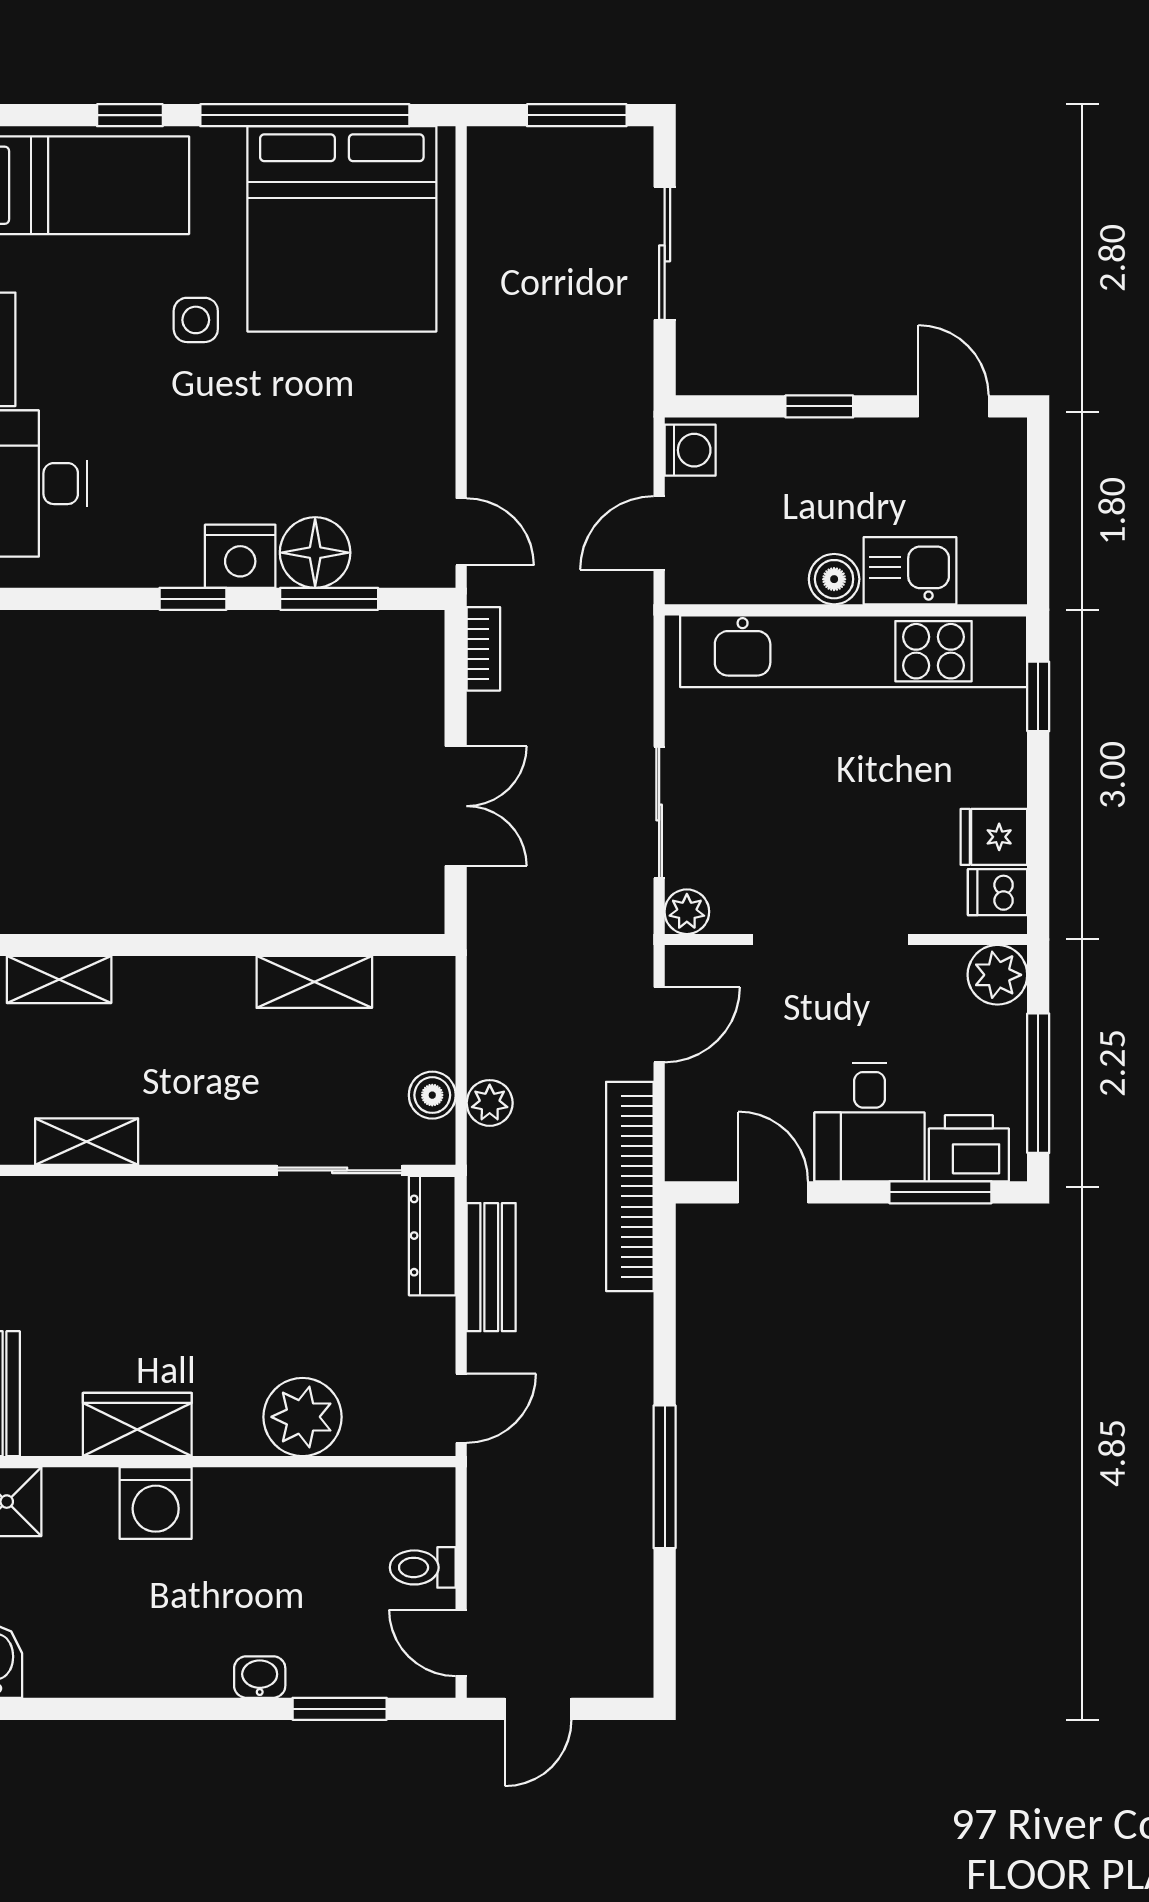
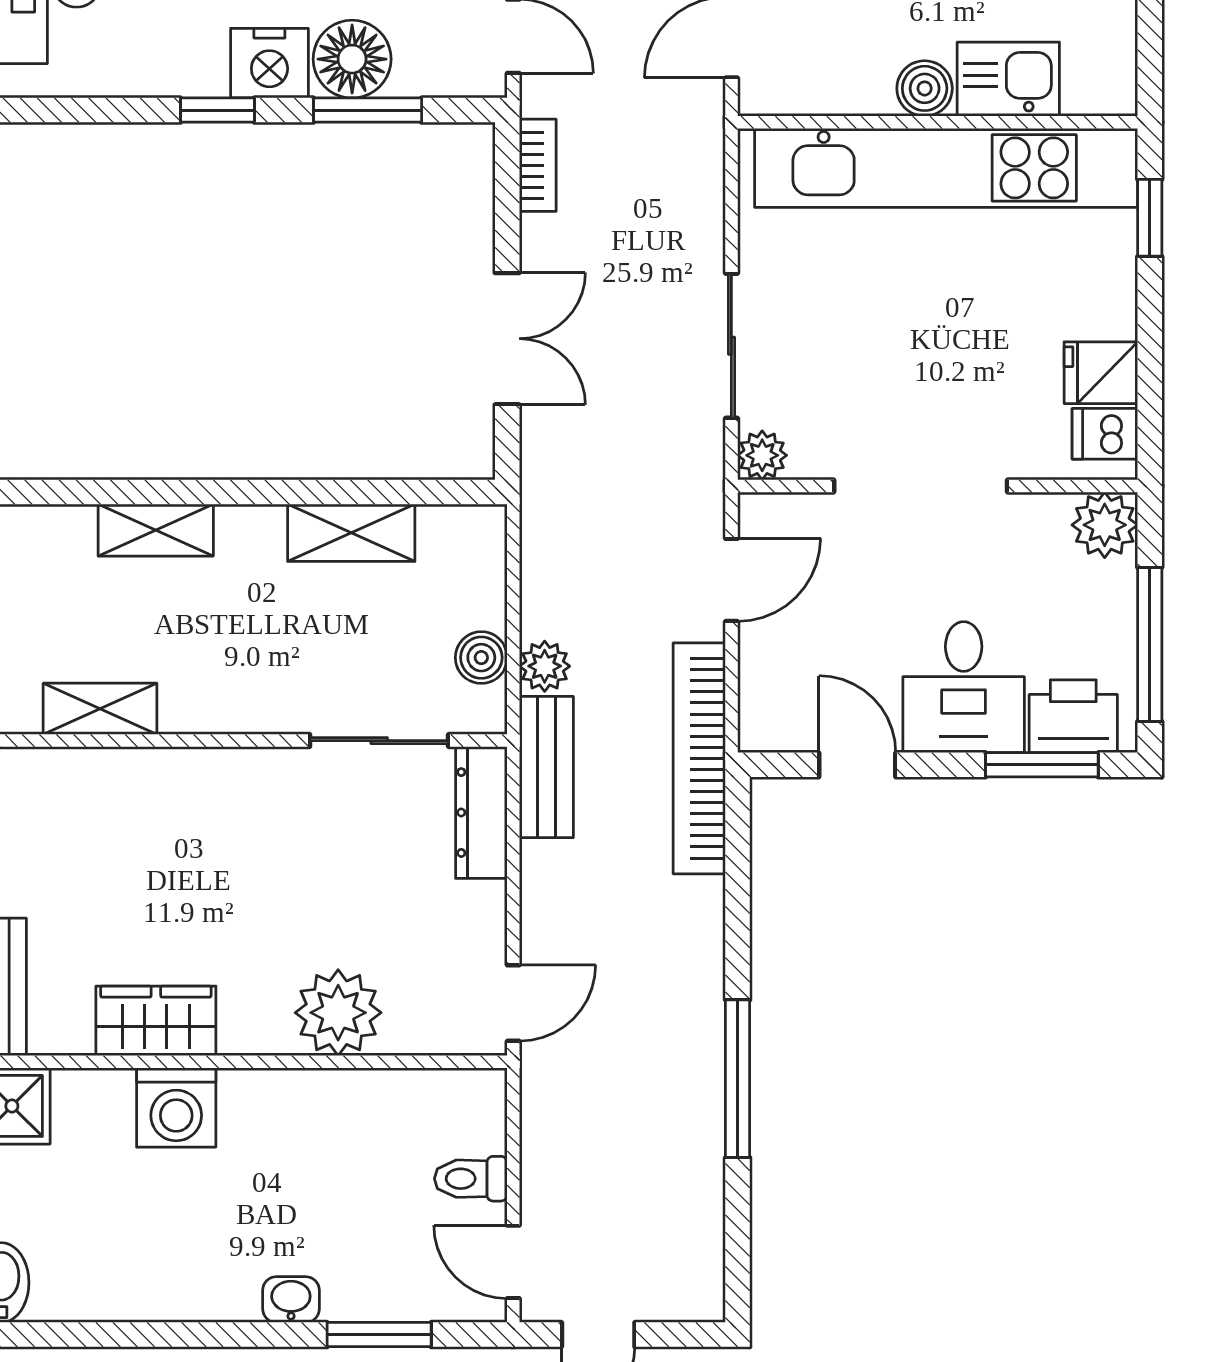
shelving: (59, 979) -> (156, 530), moved
bench: (491, 1267) -> (546, 767), moved

